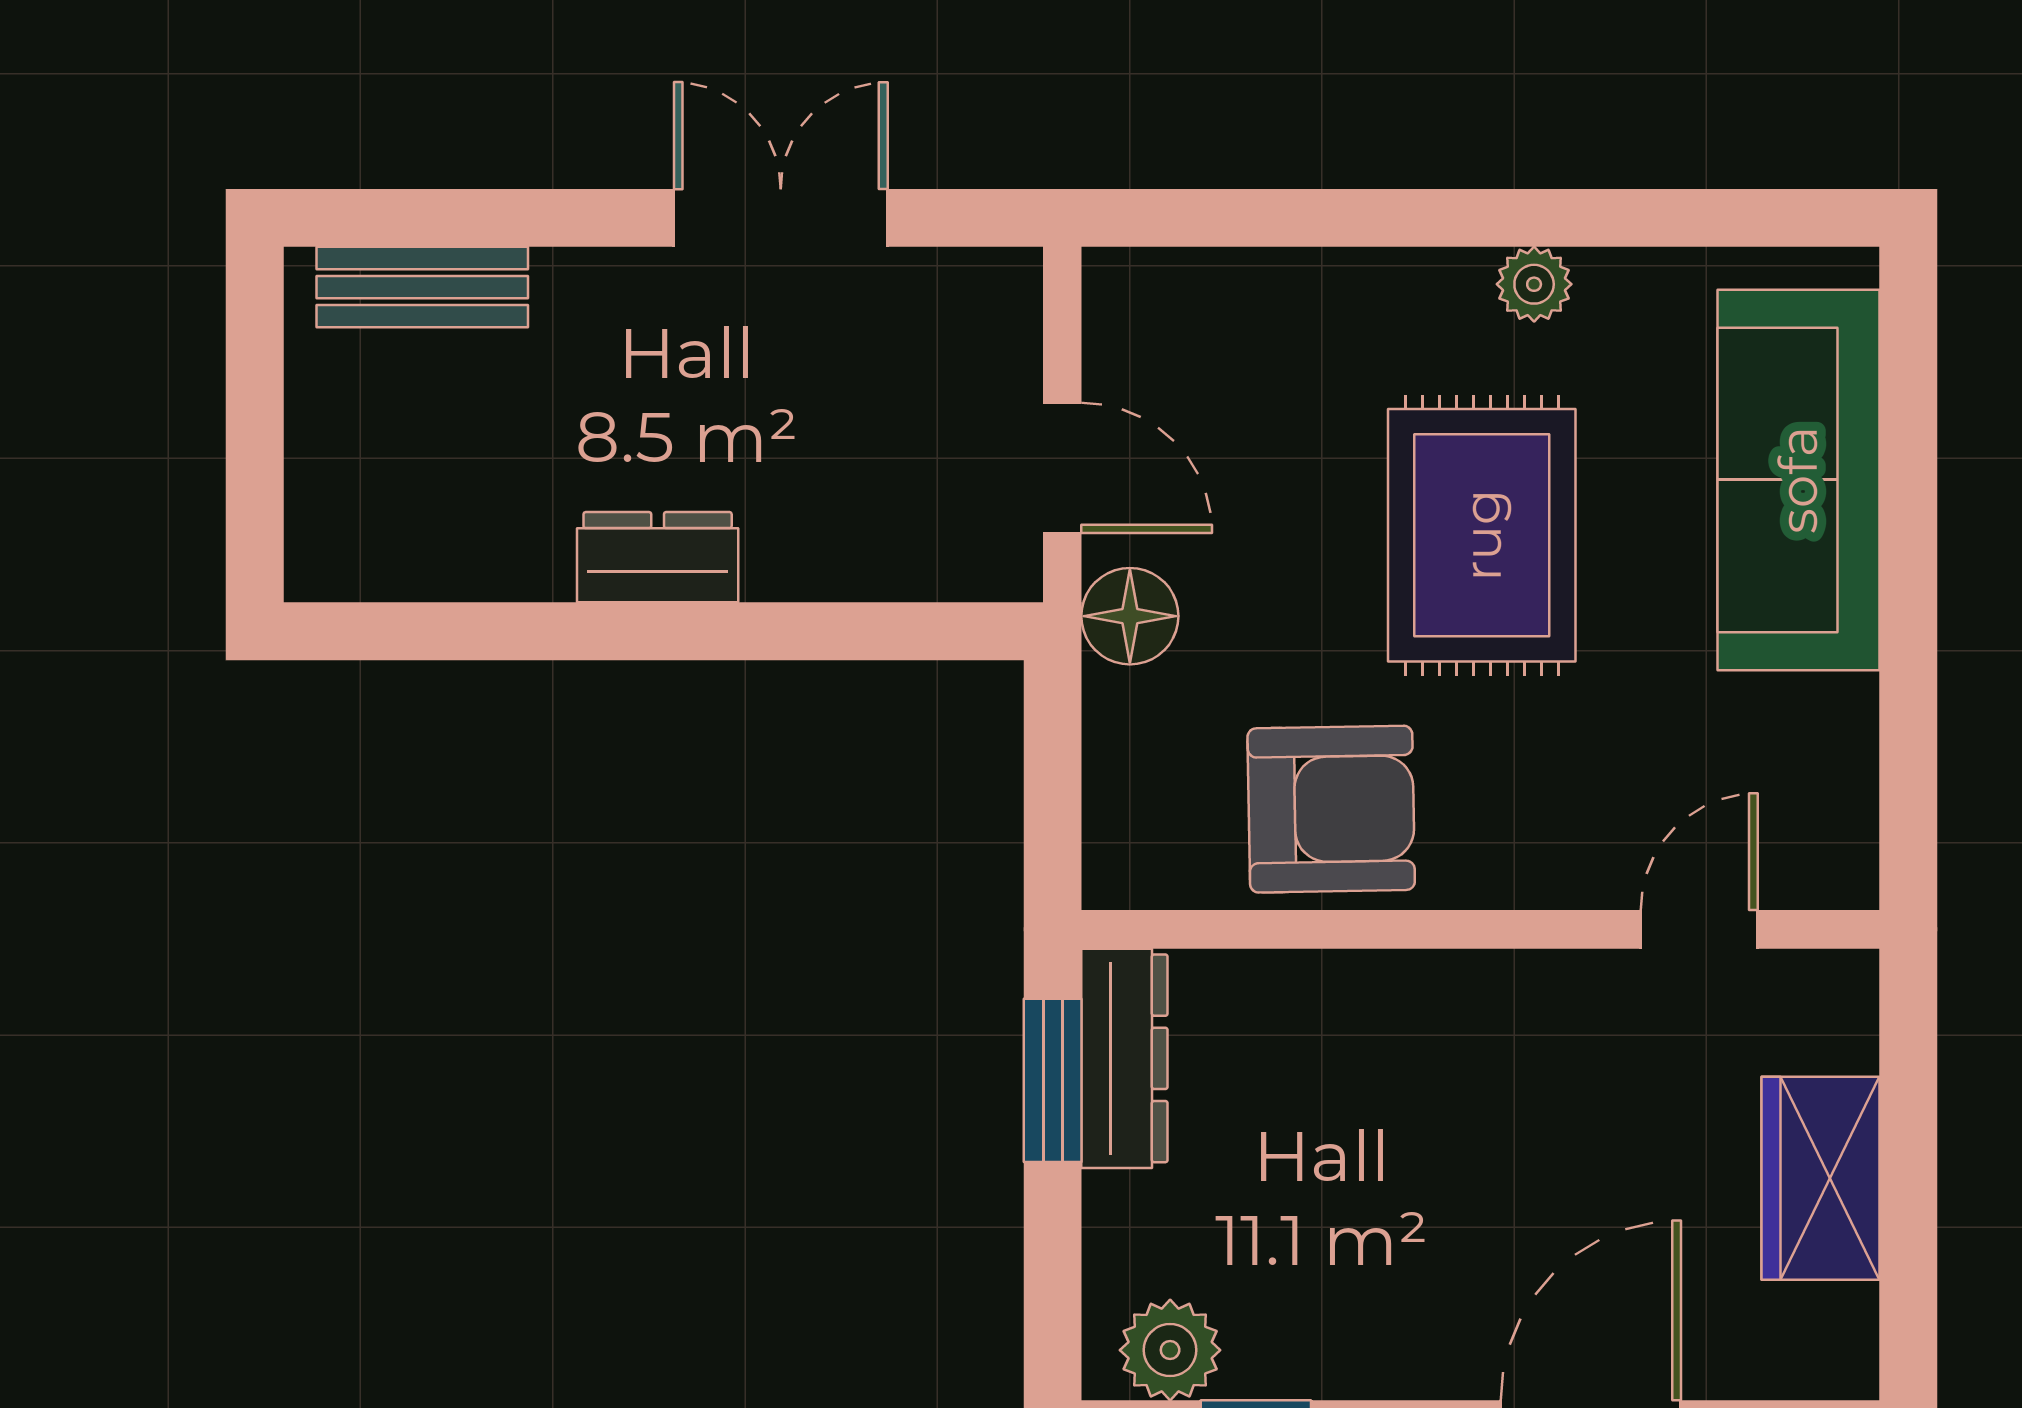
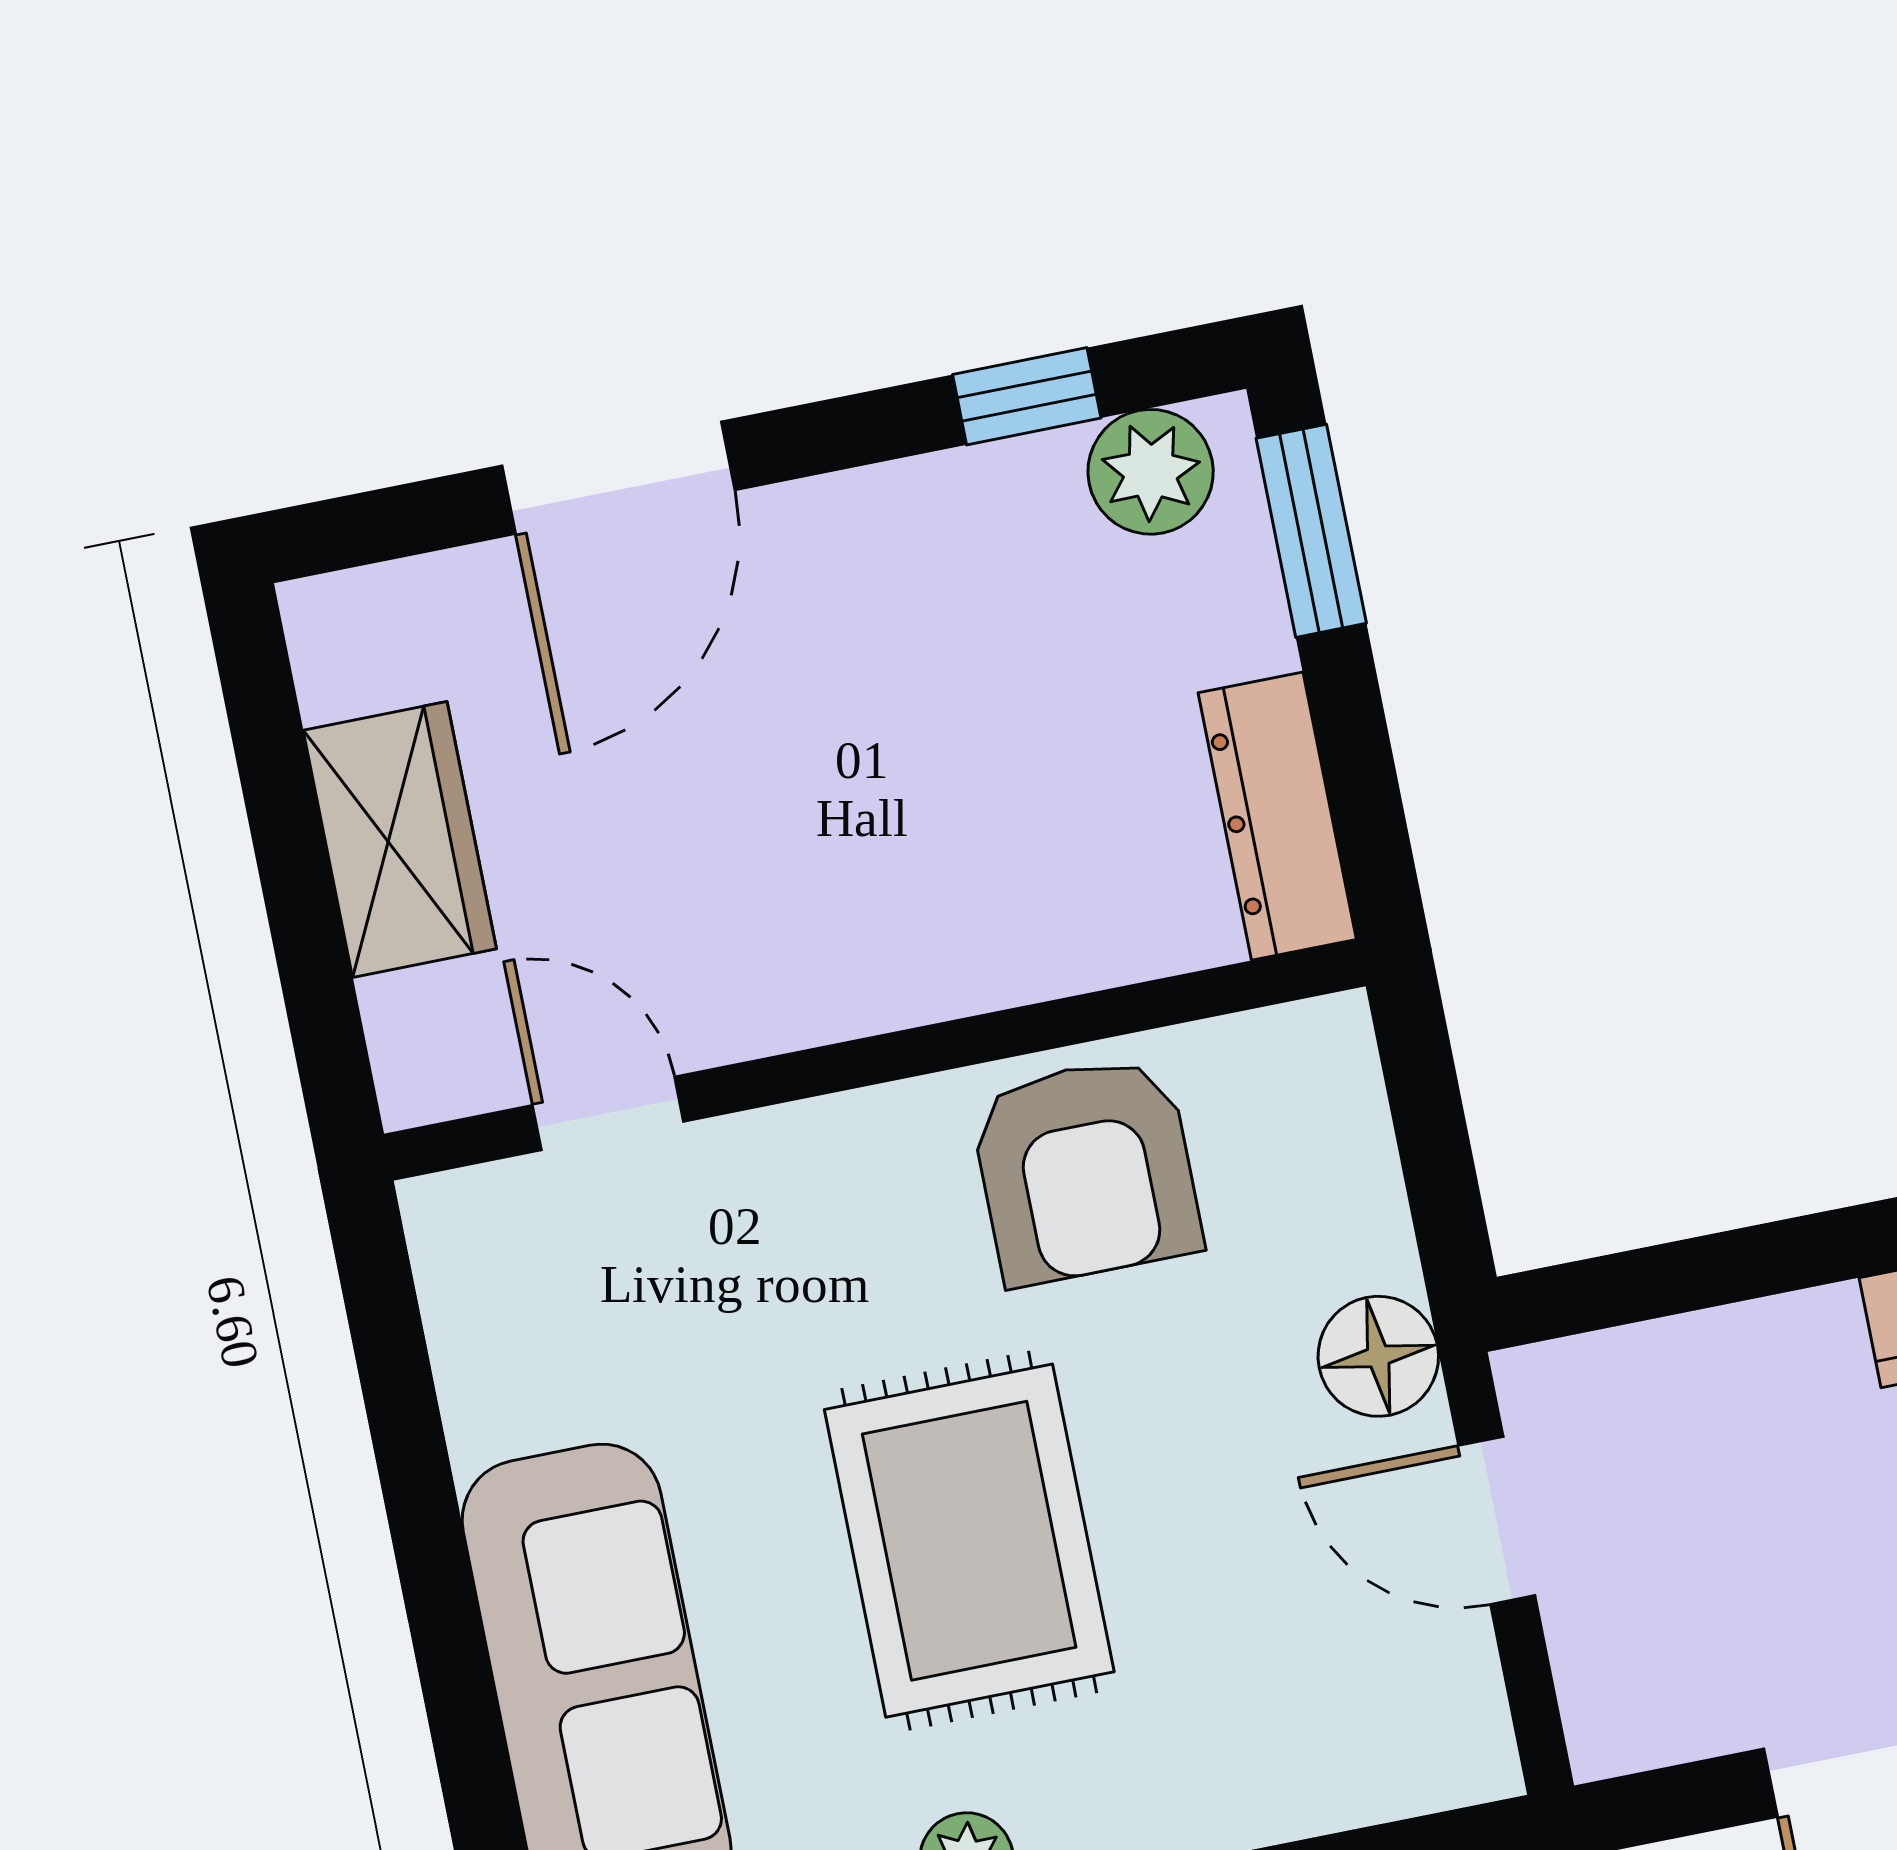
armchair: (1331, 809) -> (1086, 1170), turned -89
door: (1699, 929) -> (608, 1113), swing flipped
window: (1053, 1080) -> (1311, 531), moved

